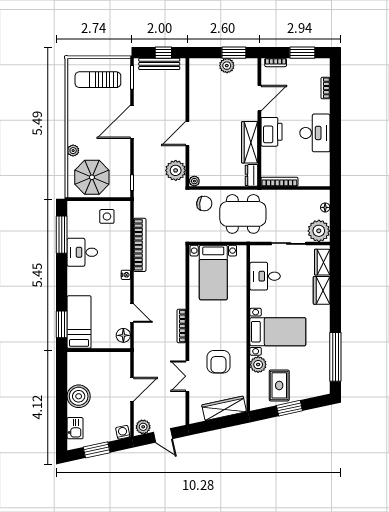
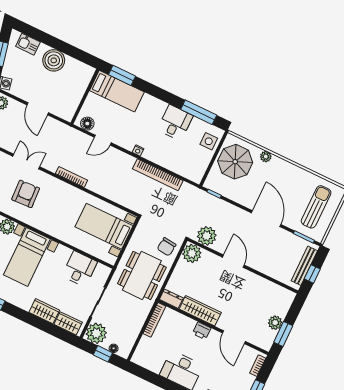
printer: (271, 132) -> (202, 331), width x0.53, depth x0.68
plant: (194, 181) -> (192, 253), width x1.87, depth x1.87
window: (335, 215) -> (103, 354), added
side table: (107, 216) -> (209, 141), moved
armchair: (218, 362) -> (26, 194), turned 87

